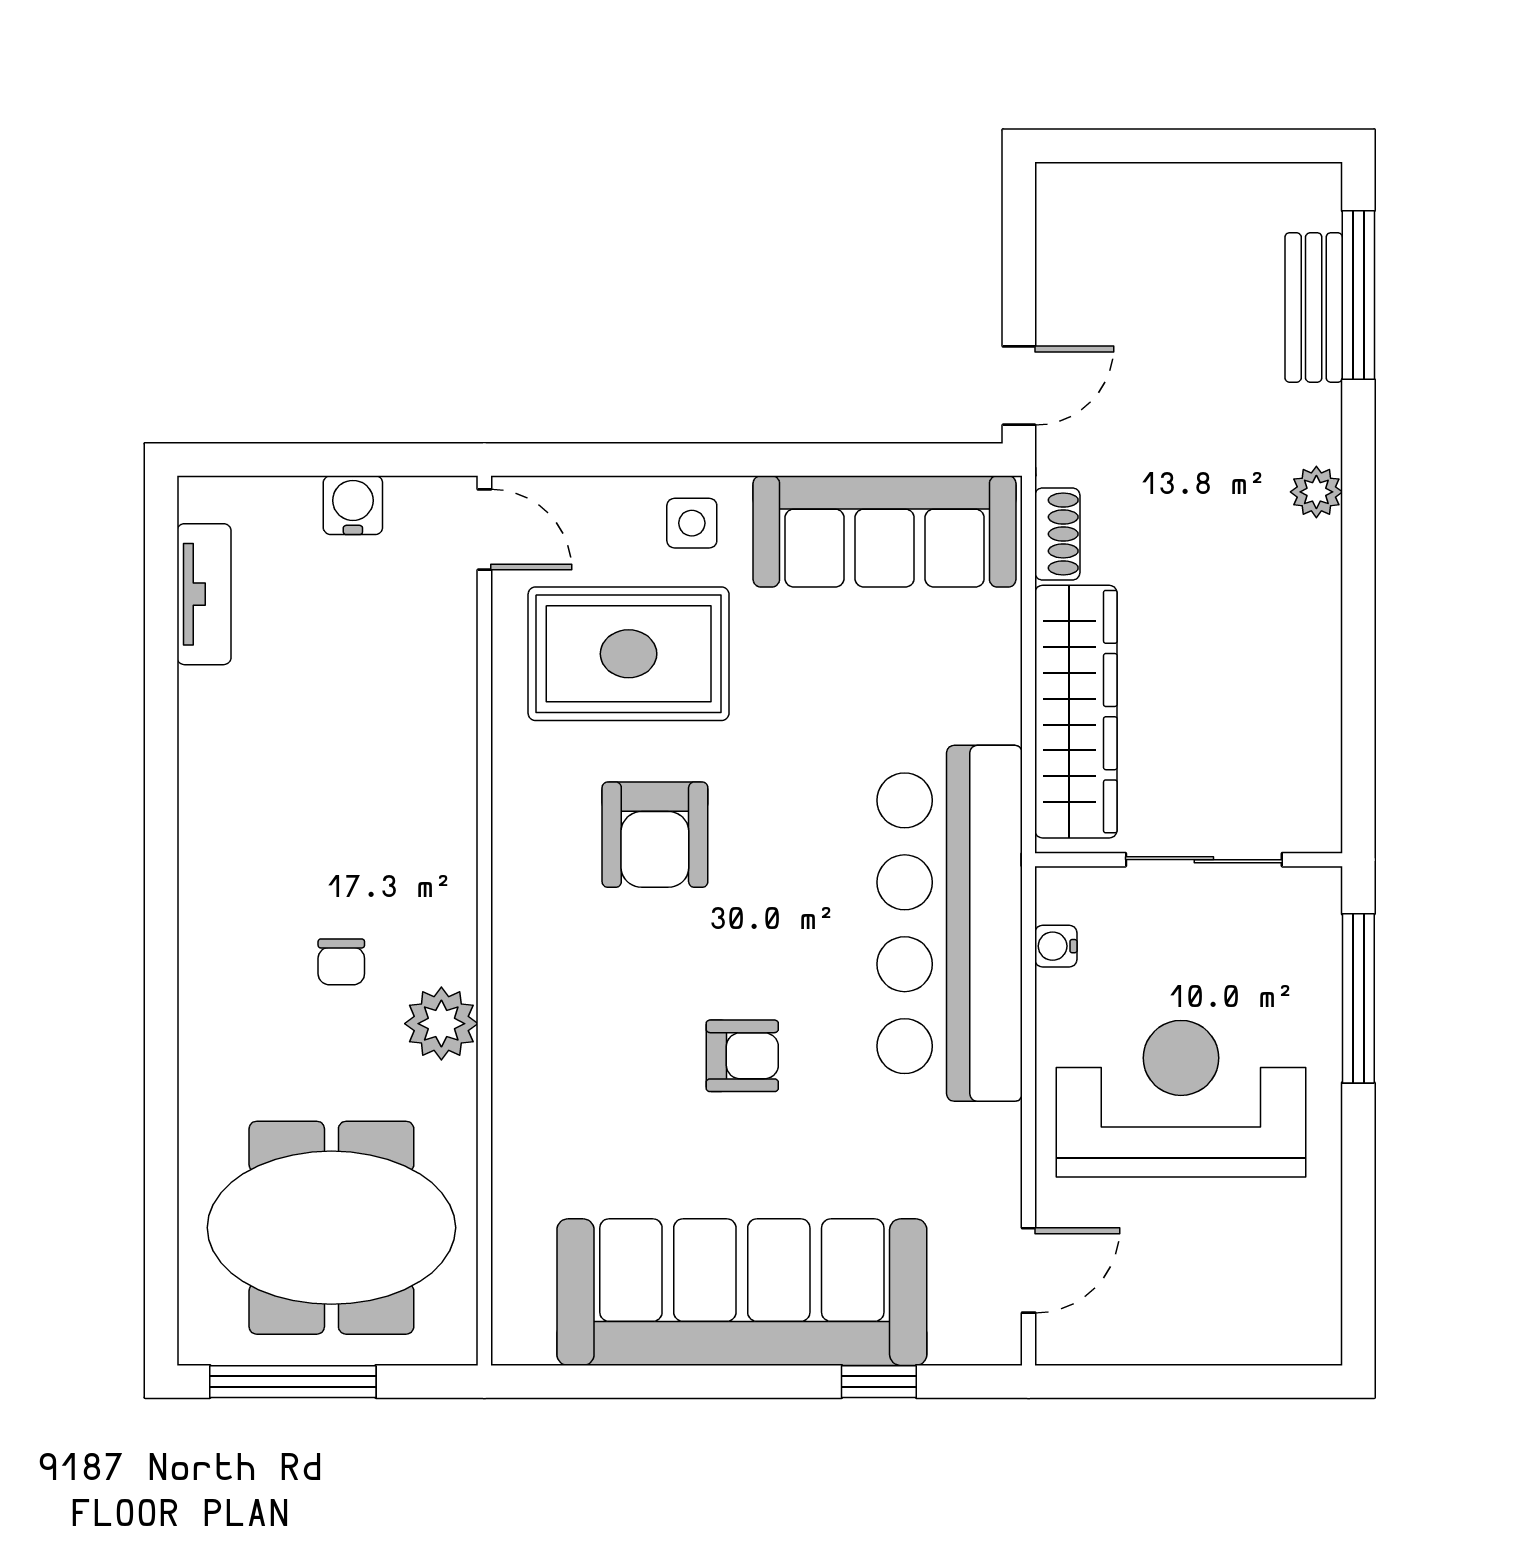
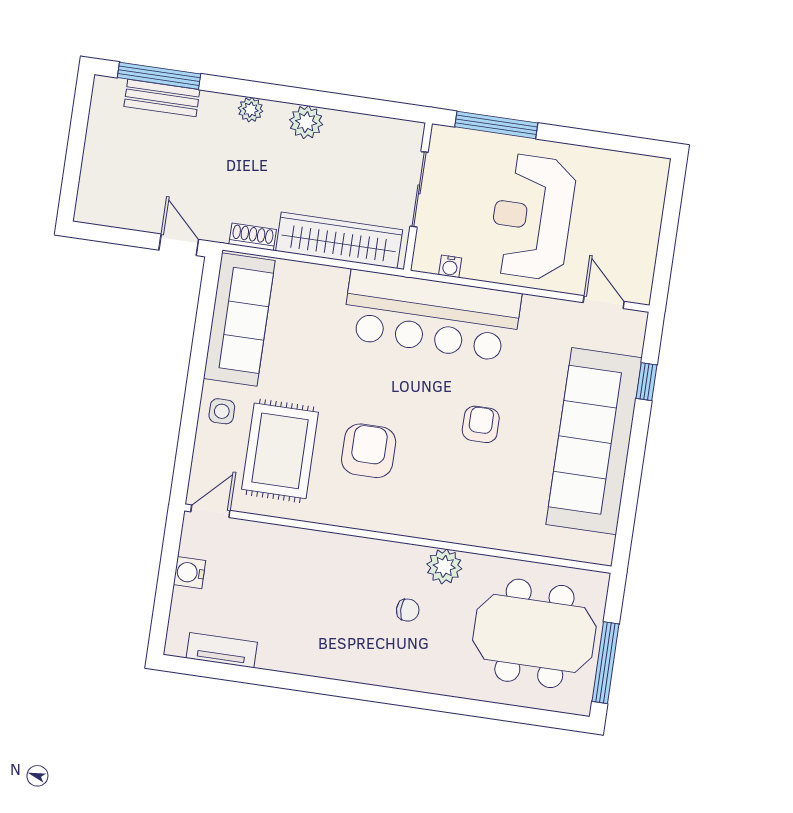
plant: (1307, 609) -> (306, 122), added
armchair: (655, 835) -> (369, 451), turned -90
meeting table: (331, 1228) -> (534, 633), turned 90

